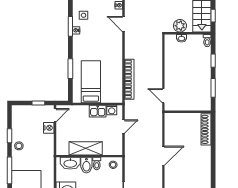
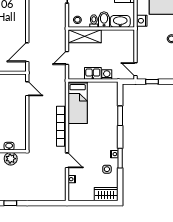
bookcase: (129, 79) -> (61, 126), moved
bed: (91, 82) -> (78, 103), moved
washing machine: (112, 110) -> (107, 74), moved
door: (55, 115) -> (136, 69), hinge flipped
nightstand: (49, 128) -> (142, 21), moved
shelving: (86, 148) -> (85, 36), moved
door: (163, 156) -> (27, 52), moved

